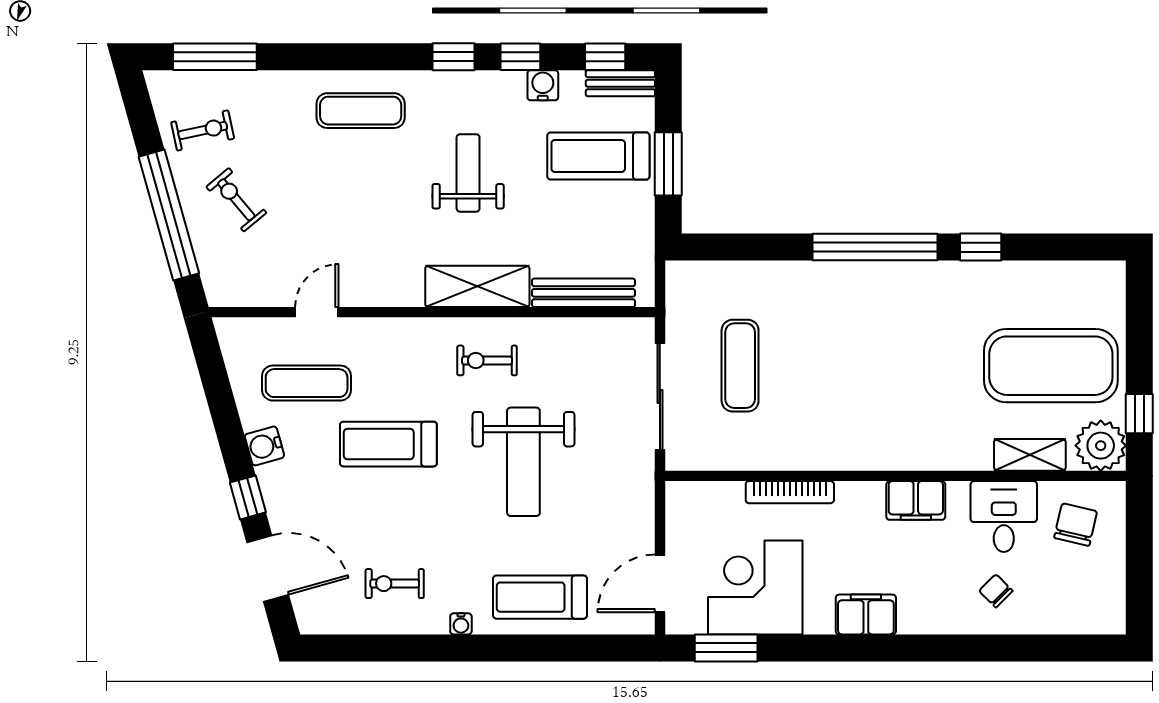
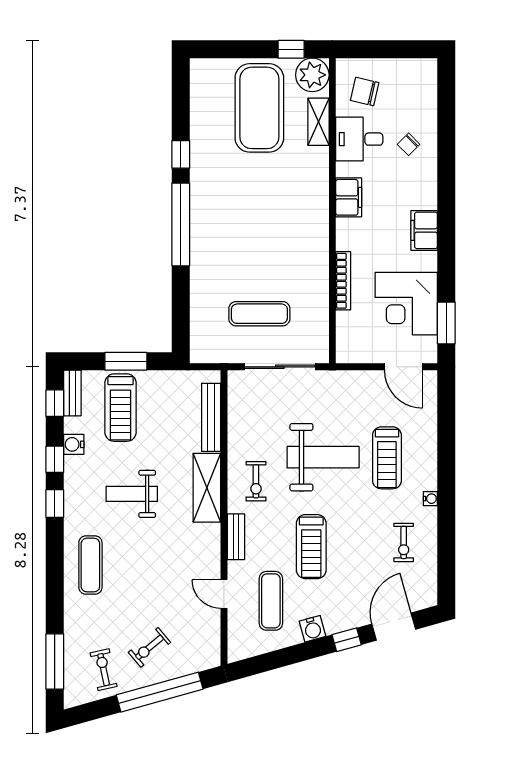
bench: (403, 330) -> (236, 537), added
treadmill: (540, 597) -> (387, 458), moved

